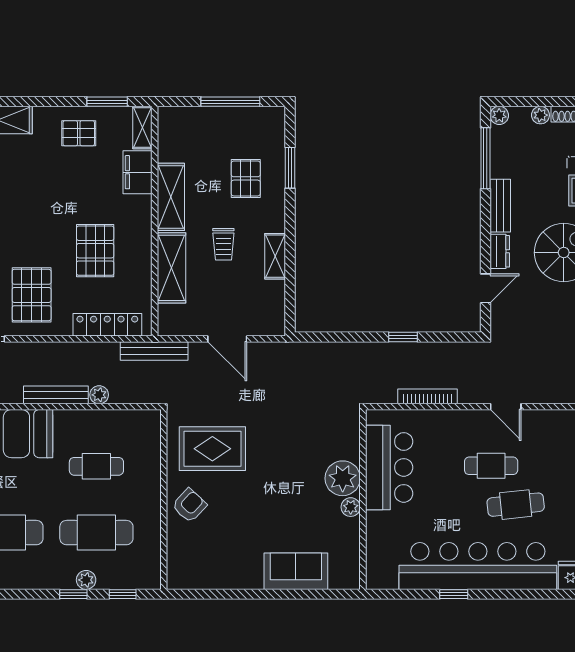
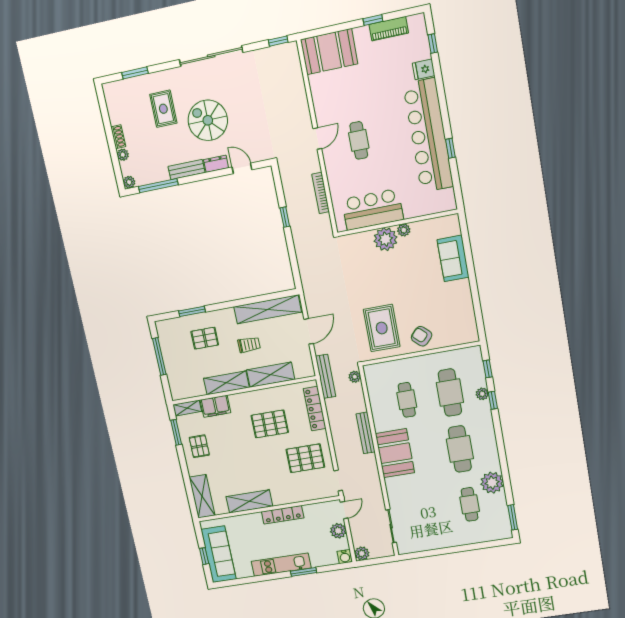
shelving: (275, 256) -> (268, 309), width x2.20, depth x1.33
plant: (99, 395) -> (355, 377), moved
cafe table: (516, 505) -> (382, 118), removed

